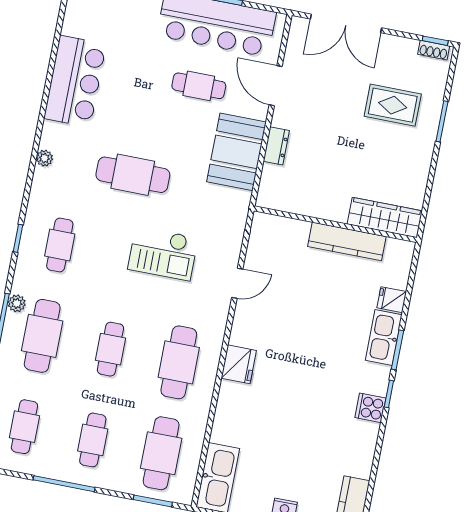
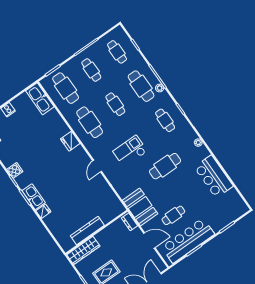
wardrobe: (385, 217) -> (83, 250), moved
wall: (335, 224) -> (97, 232), moved
kitchen counter: (347, 241) -> (87, 231), moved

